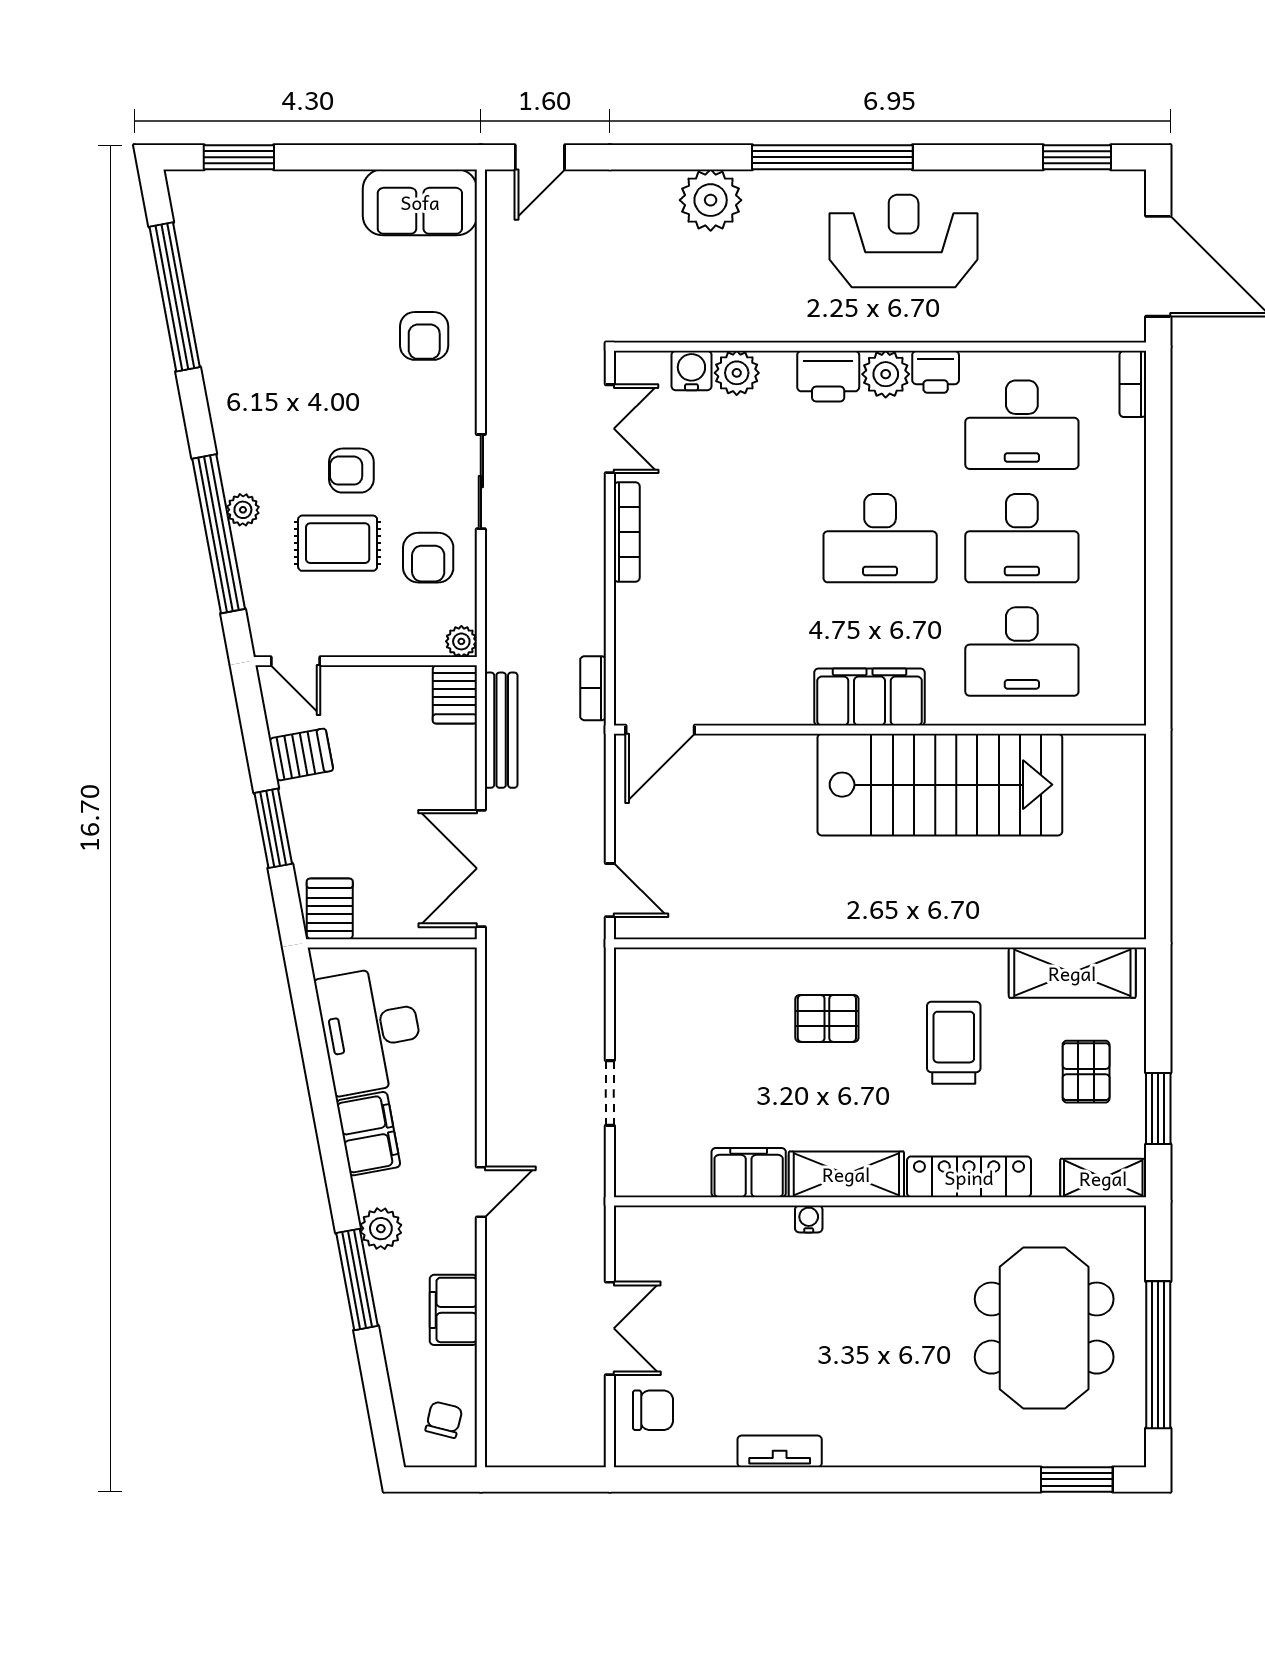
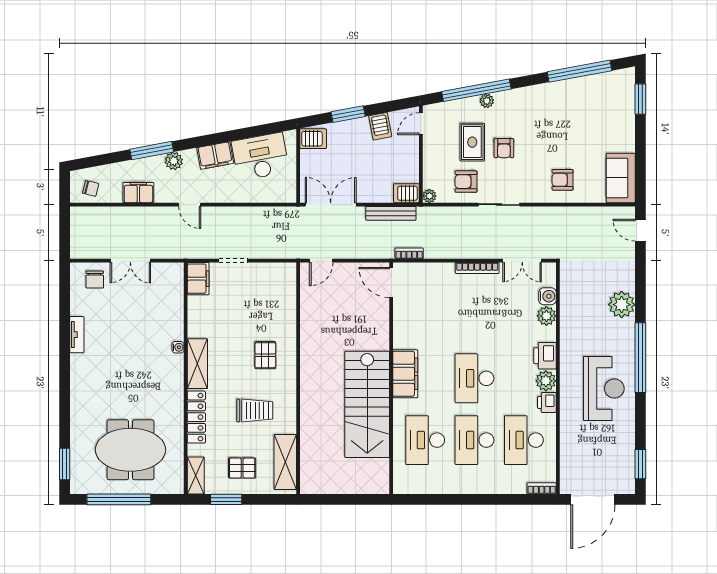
armchair: (351, 471) -> (504, 148), turned 180
filing cabinet: (749, 1173) -> (198, 279), moved

